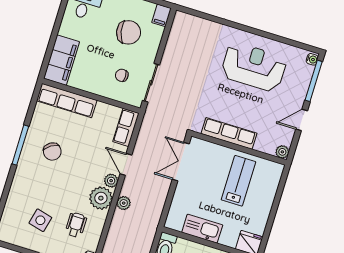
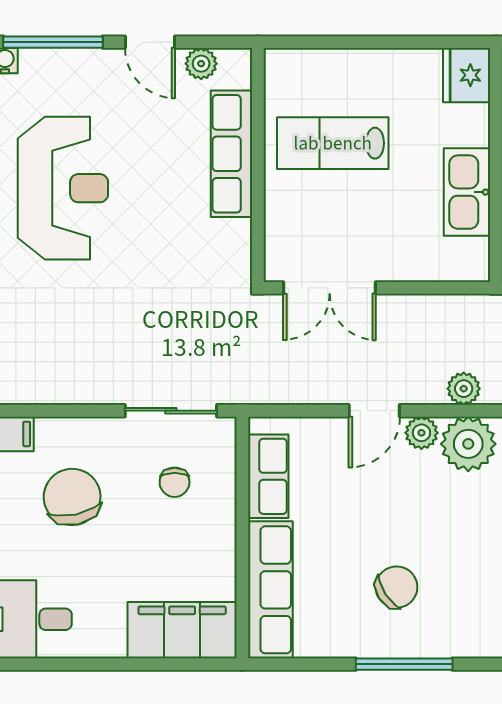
reception desk: (254, 67) -> (63, 188), turned 180
row of seats: (126, 127) -> (268, 476), moved, turned -90
row of seats: (229, 133) -> (232, 154), moved
plant: (282, 152) -> (201, 64), moved

